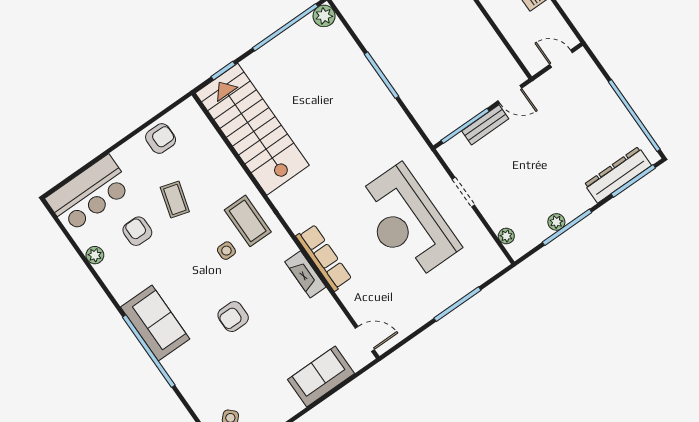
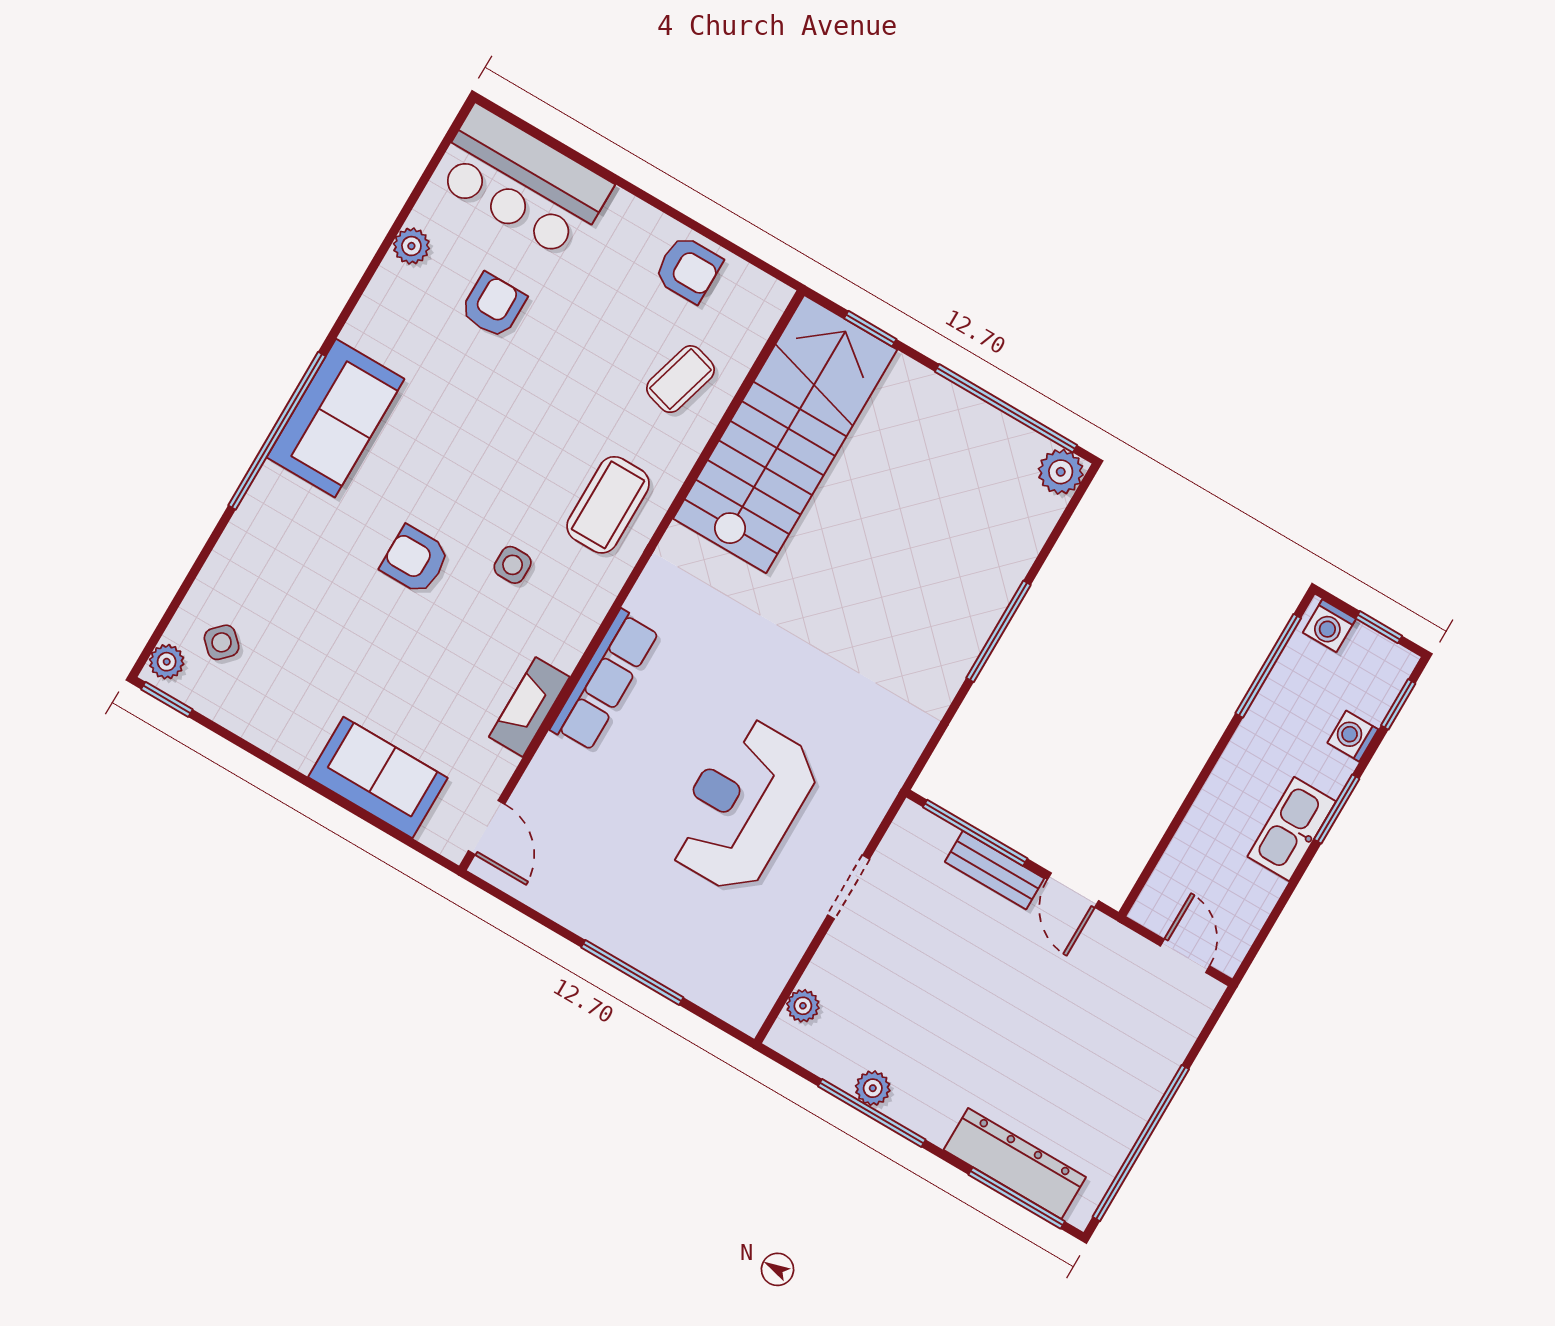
coffee table: (175, 200) -> (680, 379), moved
reception desk: (406, 222) -> (742, 806), width x0.74, depth x0.77
side table: (226, 251) -> (513, 565), moved
fireplace: (305, 274) -> (529, 707), moved

